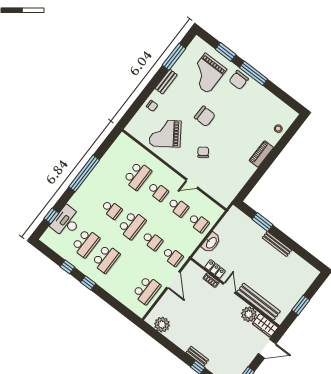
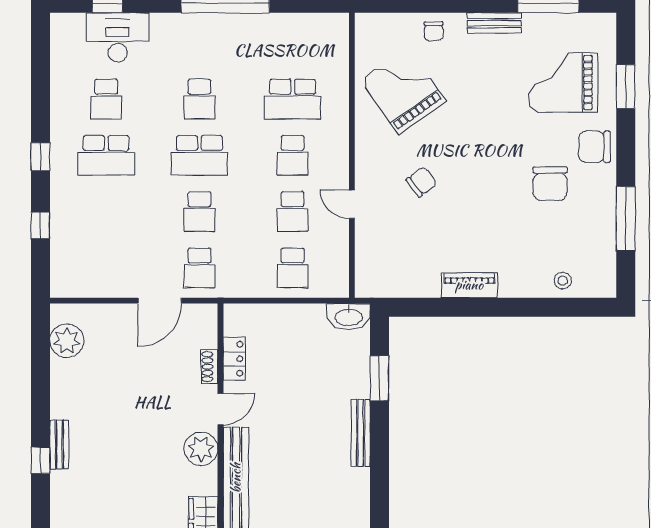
window: (254, 73) -> (626, 219), moved
chair: (205, 116) -> (550, 184), moved
piano: (261, 154) -> (469, 285), moved
school desk: (86, 243) -> (106, 99), width x0.54
washbasin: (211, 243) -> (349, 317), moved
window: (67, 267) -> (40, 225), moved
school desk: (147, 290) -> (106, 268), removed
plant: (249, 314) -> (201, 449), moved

